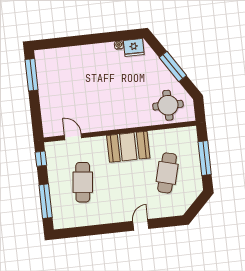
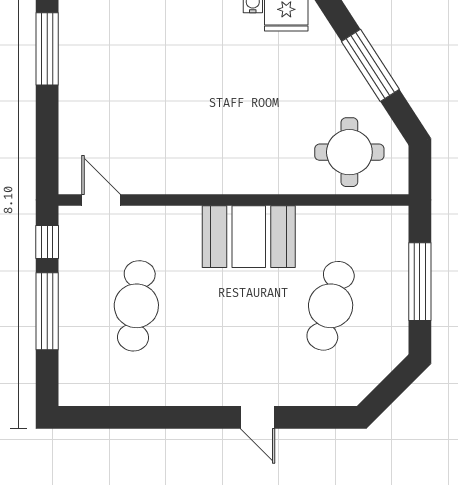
door: (73, 137) -> (101, 200), moved
window: (46, 201) -> (47, 311), moved
door: (141, 225) -> (258, 417), swing flipped

